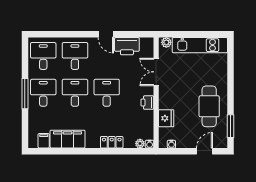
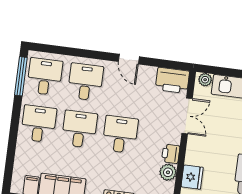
printer: (127, 46) -> (172, 80), moved
double door: (156, 72) -> (187, 116), swing flipped
window: (25, 94) -> (21, 76), moved
plant: (147, 117) -> (168, 172), added

